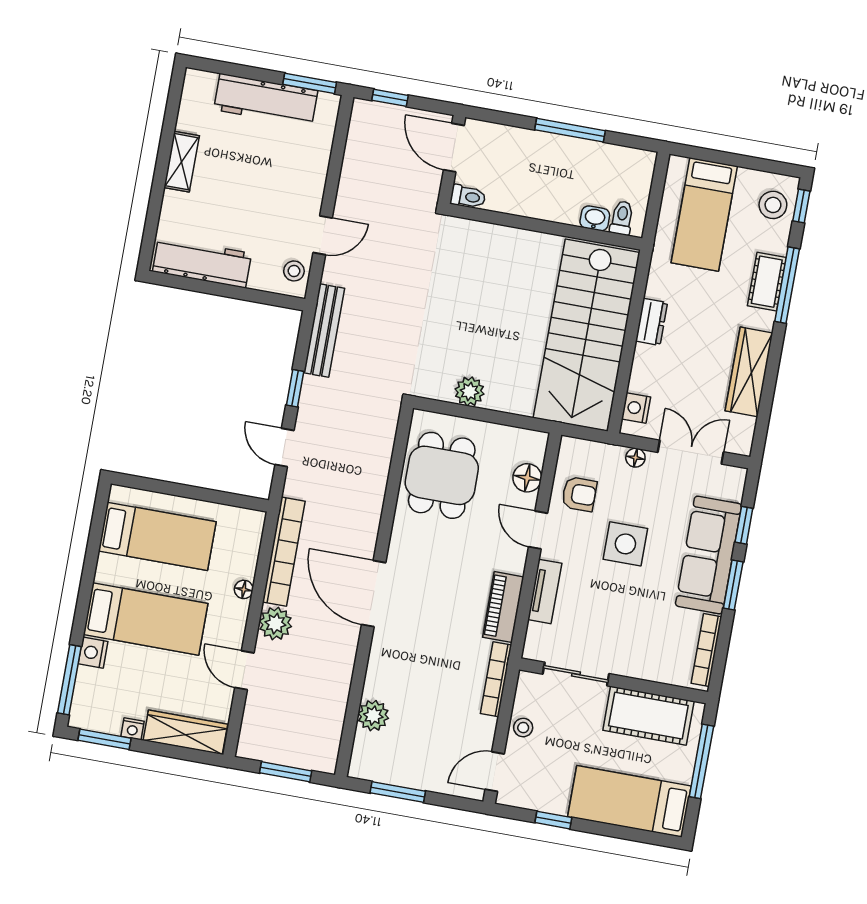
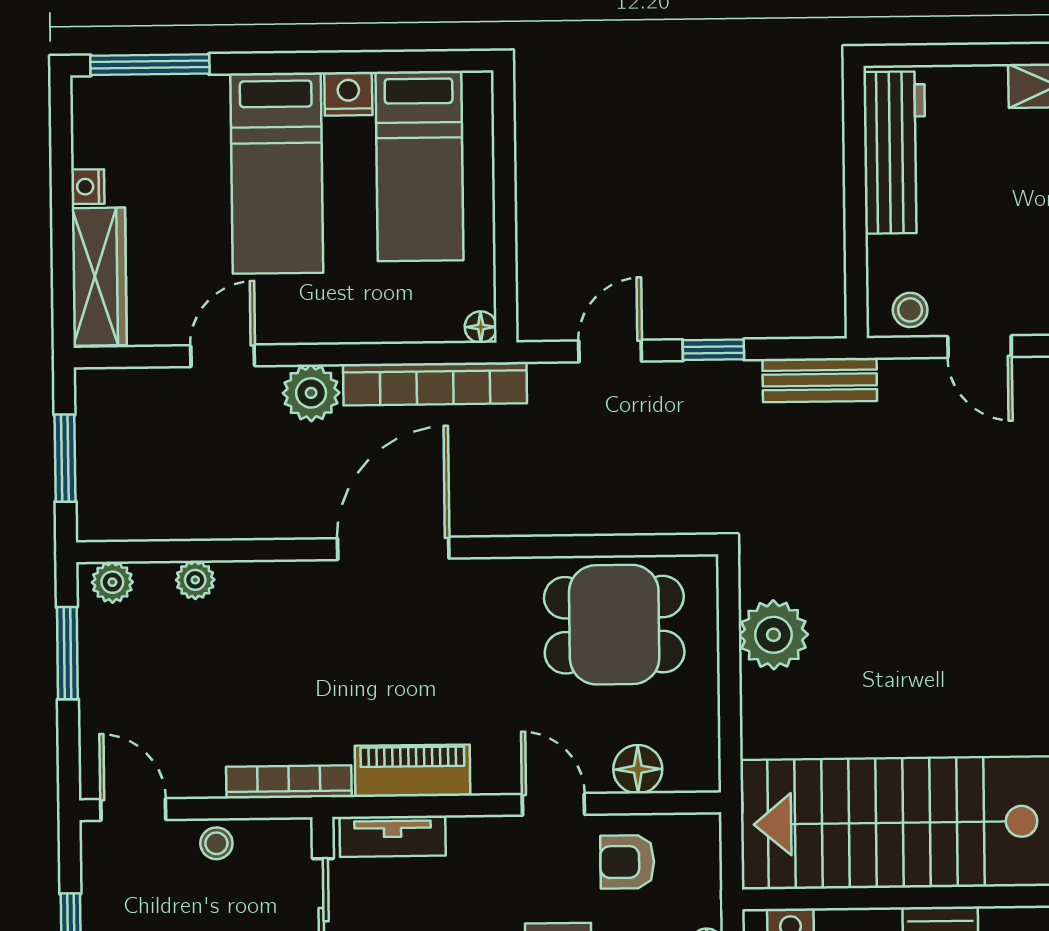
bench: (324, 331) -> (820, 380), width x0.73
plant: (469, 391) -> (773, 635), width x1.36, depth x1.36
armchair: (579, 494) -> (627, 862), turned 90
door: (538, 530) -> (553, 804), hinge flipped
floor lamp: (244, 589) -> (481, 327), moved
tv unit: (545, 591) -> (393, 836), moved
nightstand: (93, 653) -> (348, 94), moved
plant: (373, 716) -> (195, 580), width x0.73, depth x0.73
window: (104, 739) -> (61, 143), removed
plant: (362, 758) -> (112, 582), added

